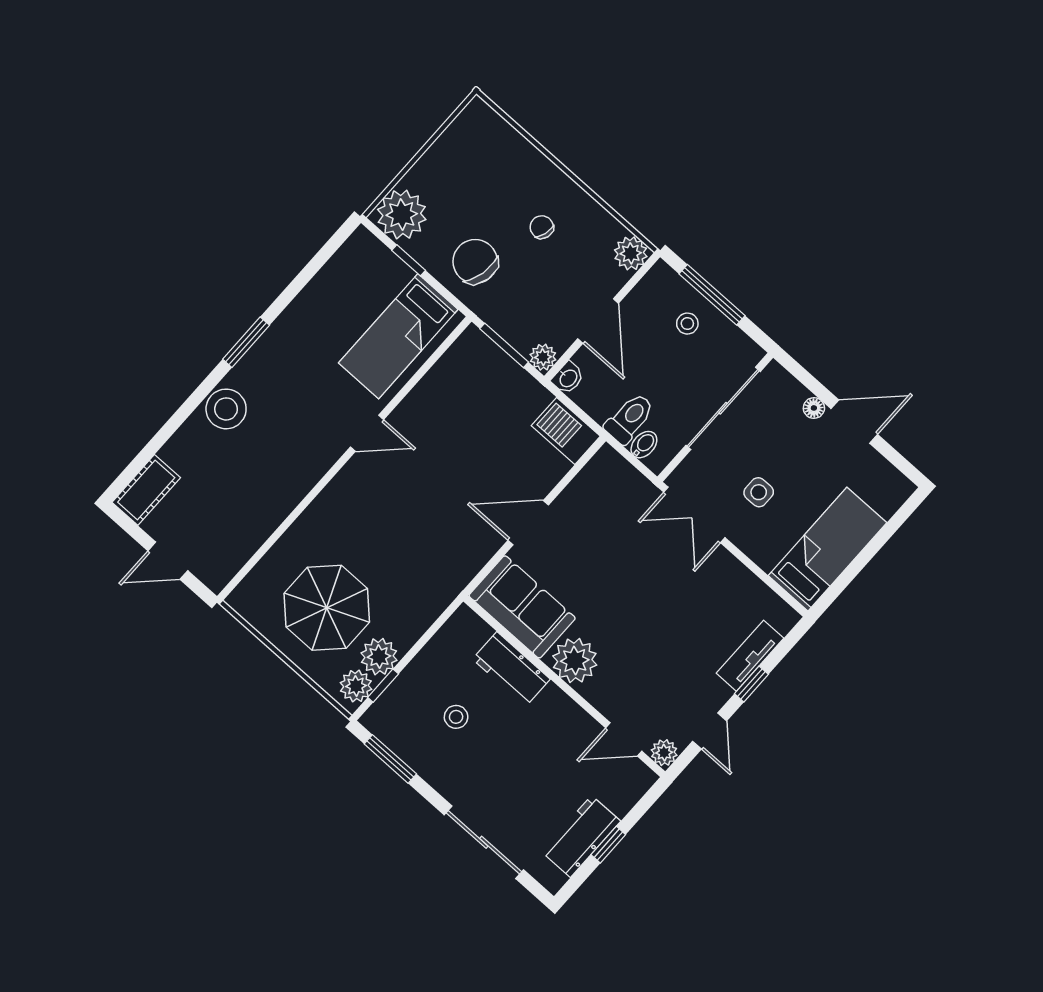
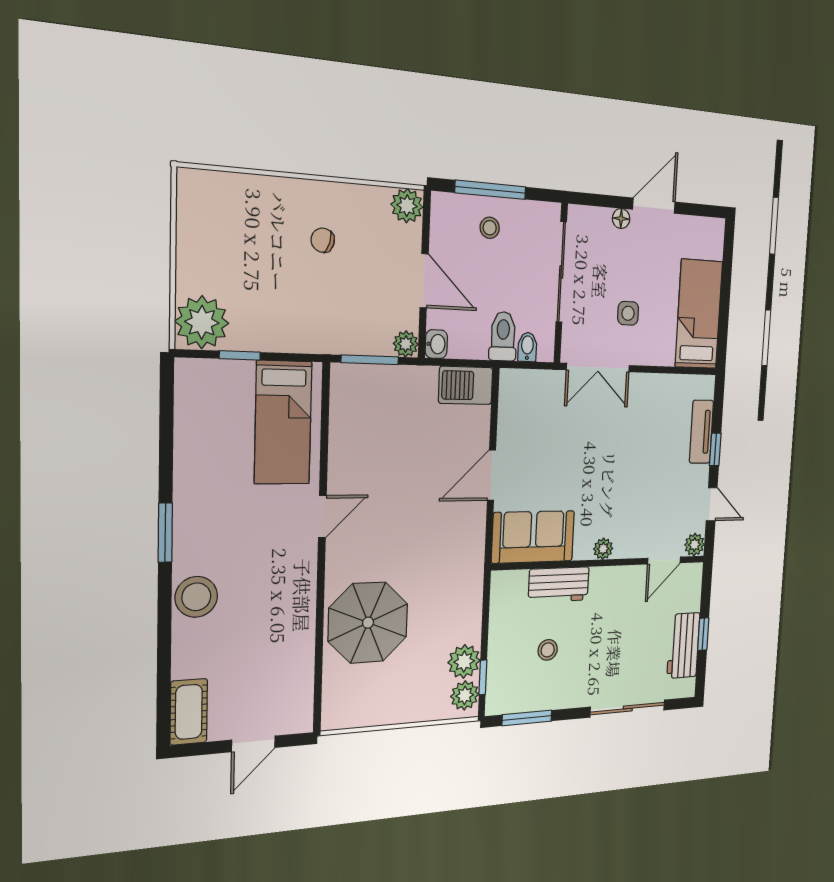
chair: (475, 261) -> (293, 312), removed
parasol: (327, 608) -> (368, 623), moved
plant: (575, 660) -> (603, 549), width x0.53, depth x0.53

